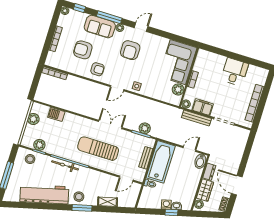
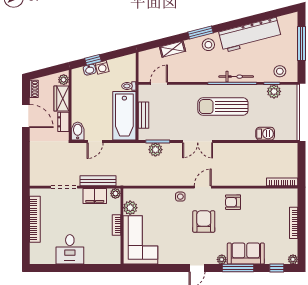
armchair: (83, 50) -> (257, 220), removed
armchair: (130, 50) -> (204, 221), moved
plant: (33, 119) -> (291, 120), removed
sun lounger: (98, 149) -> (223, 107), moved, turned 180

